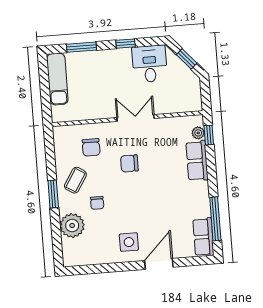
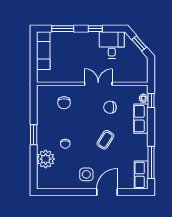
chair: (129, 163) -> (110, 107), moved
coffee table: (75, 180) -> (105, 140), moved

